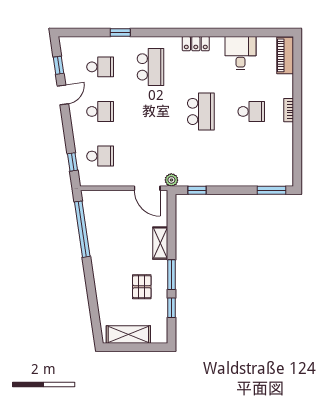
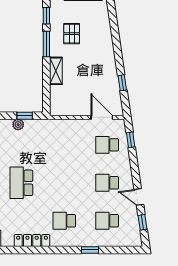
locker: (196, 44) -> (32, 241), width x1.53
school desk: (150, 67) -> (64, 221), width x0.54
door: (63, 95) -> (139, 197), hinge flipped
plant: (171, 180) -> (18, 125), moved
door: (147, 188) -> (102, 117), moved
window: (82, 229) -> (122, 83), width x0.32

